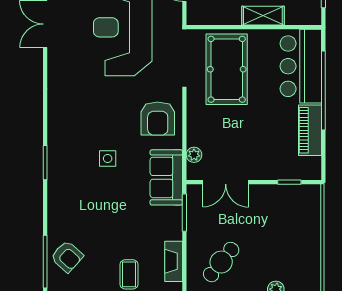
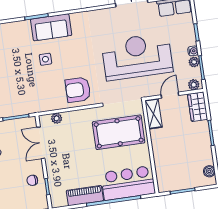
shelving: (263, 16) -> (154, 114), moved
sofa: (166, 177) -> (51, 27), moved, turned 180
chair: (277, 202) -> (32, 180), added

